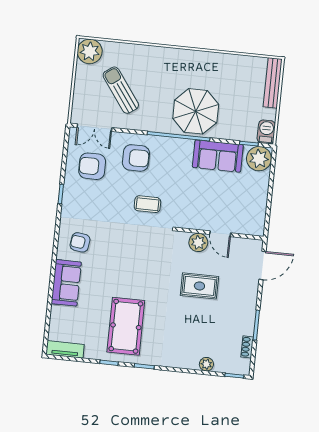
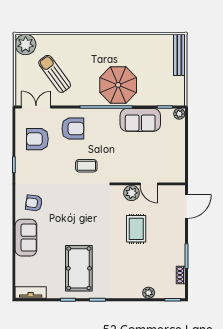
double door: (94, 128) -> (36, 107), swing flipped
barbecue: (266, 132) -> (178, 96), removed
plant: (259, 159) -> (179, 114), width x0.53, depth x0.53
rug: (199, 286) -> (136, 229), turned 90

